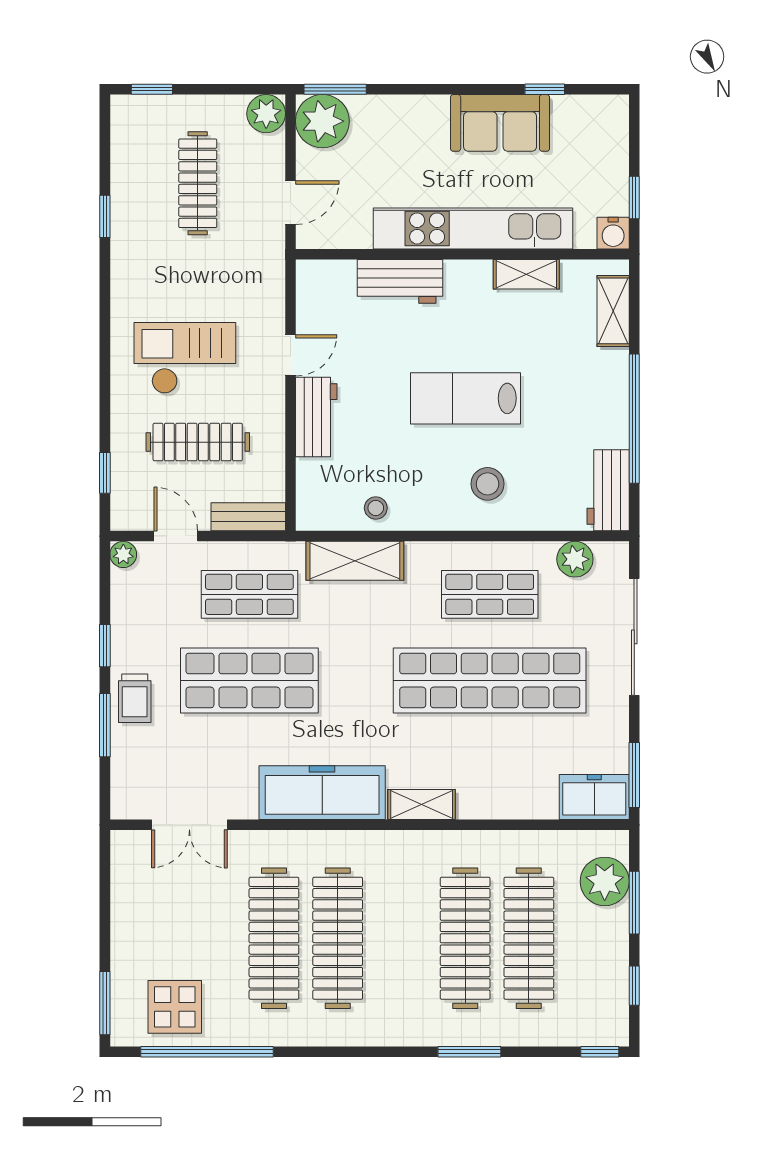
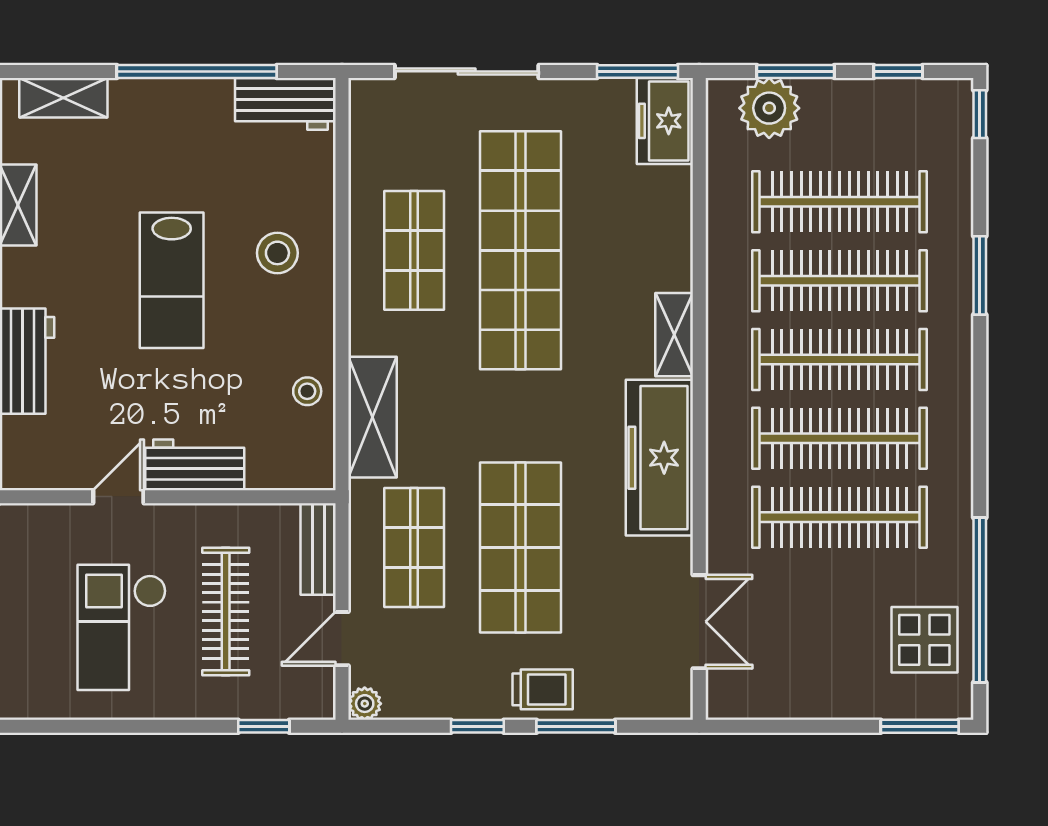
door: (291, 355) -> (118, 497), hinge flipped
plant: (575, 559) -> (371, 145), removed
clothes rail: (401, 938) -> (840, 359), added

